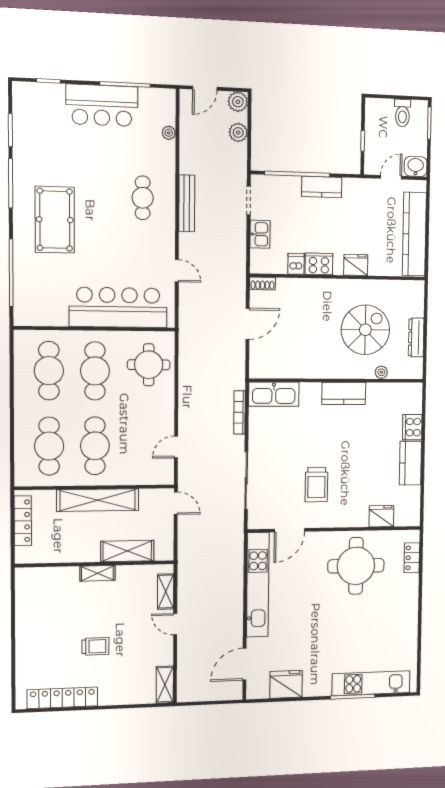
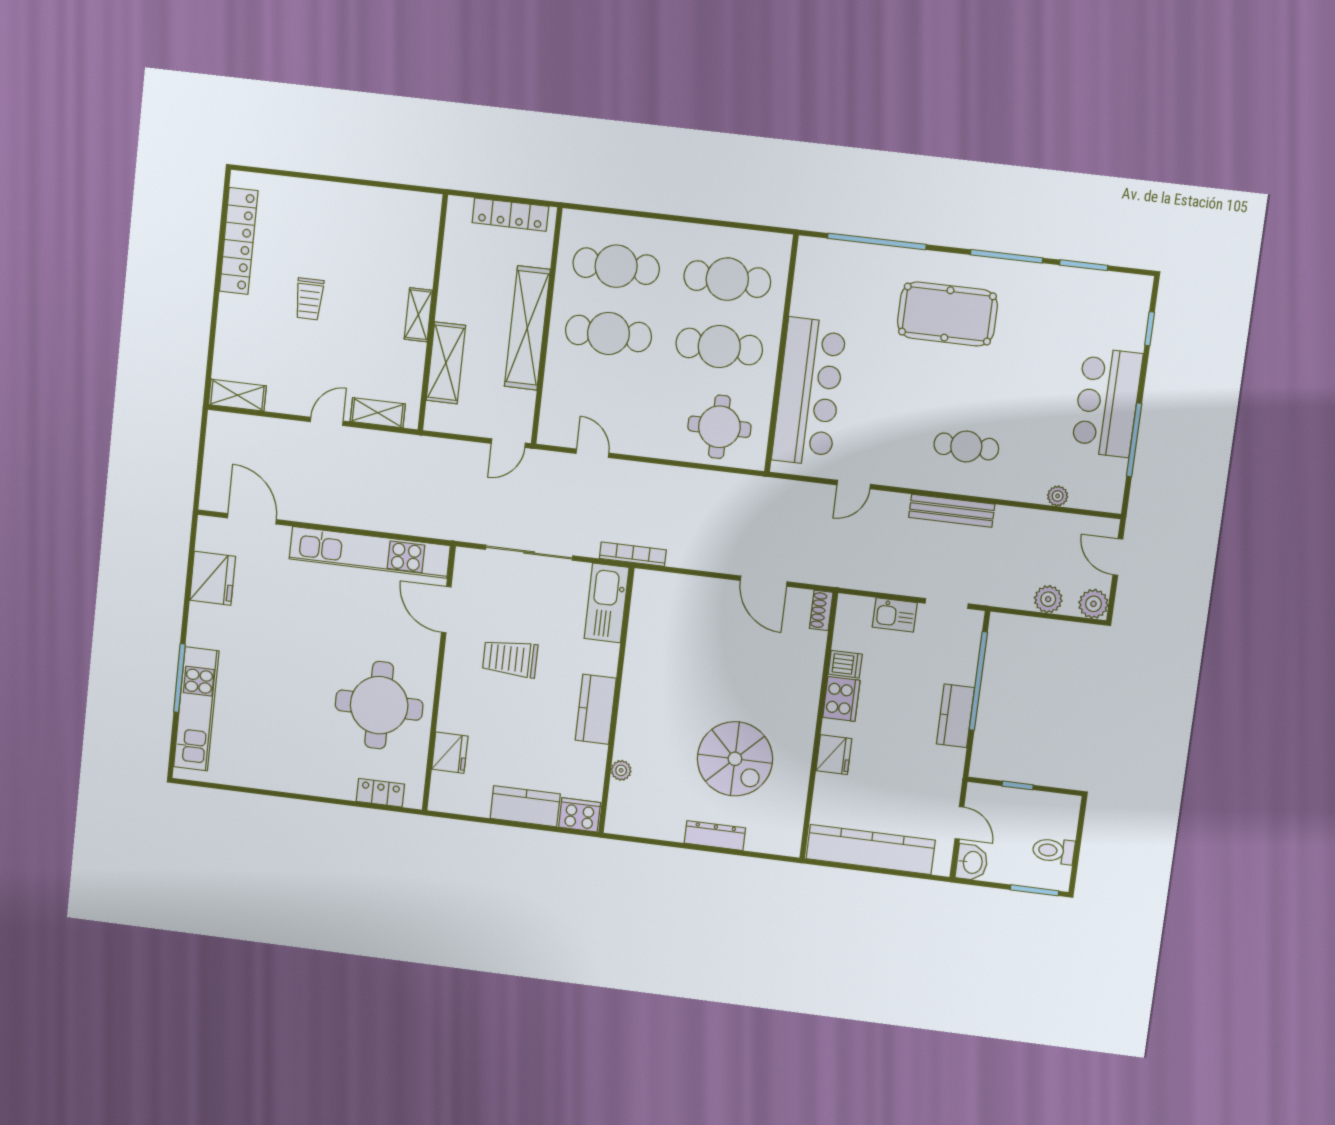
plant: (381, 372) -> (621, 770), moved
wall: (337, 381) -> (616, 701), moved
kitchen counter: (344, 393) -> (596, 709), moved
kitchen sink: (274, 394) -> (607, 603), moved

